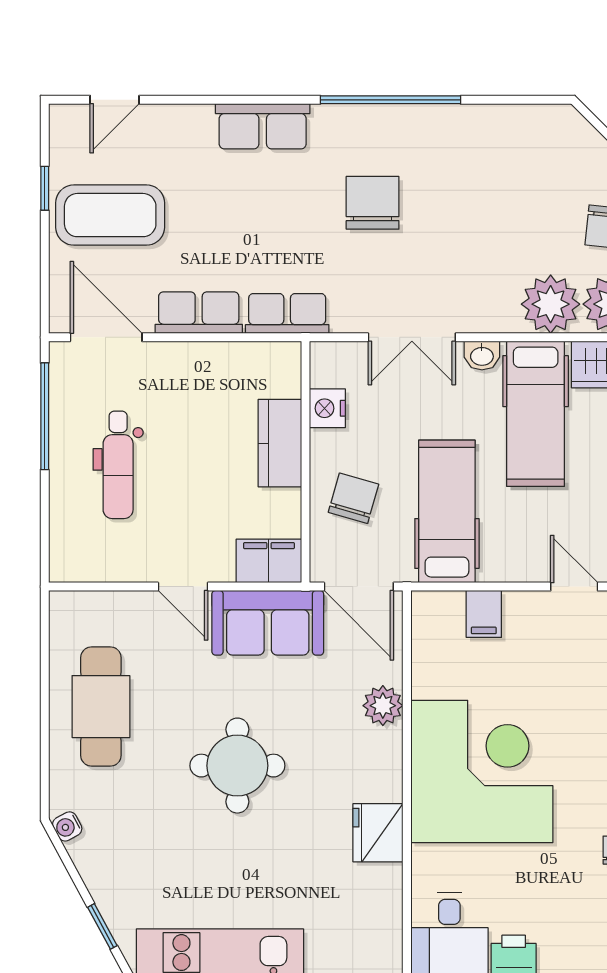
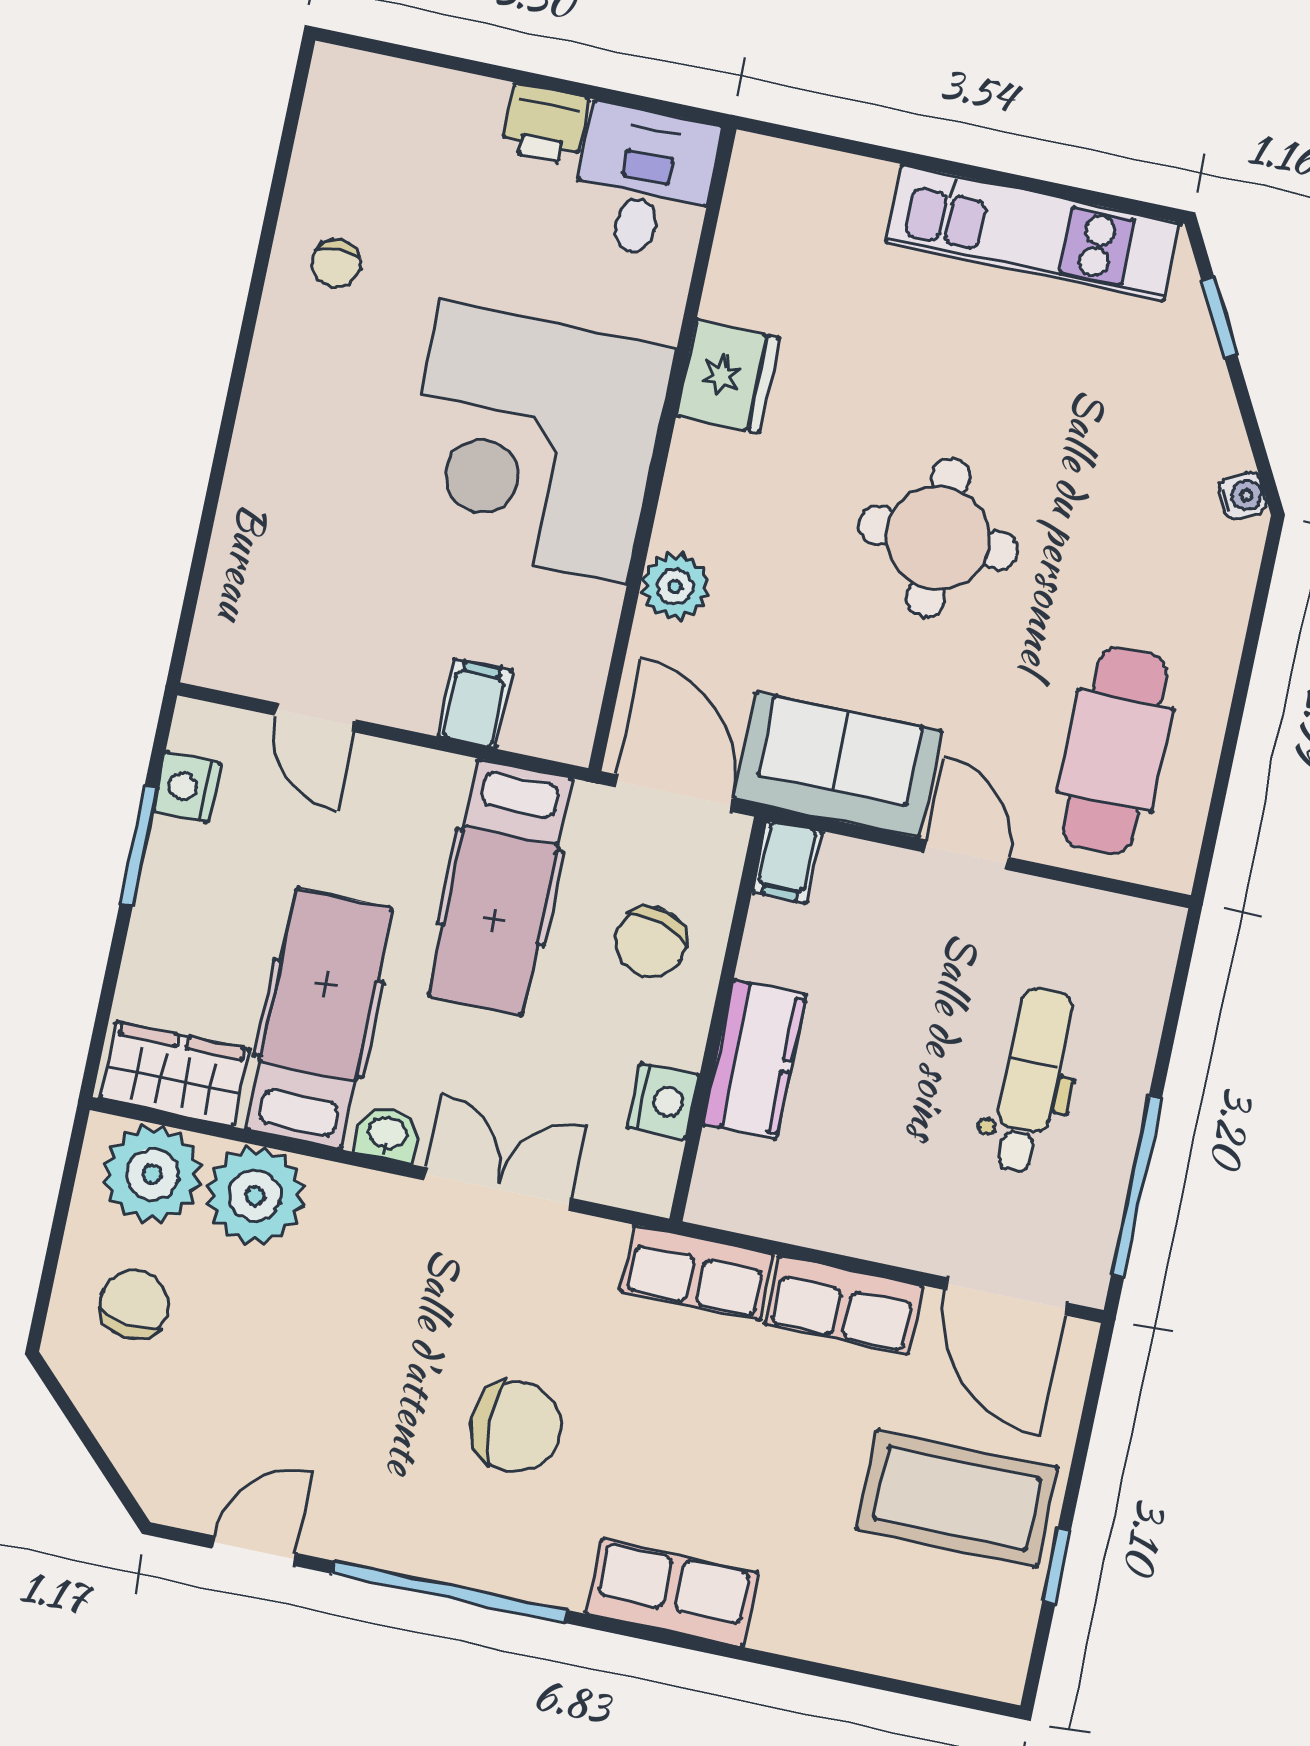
door: (115, 100) -> (254, 1551), moved
chair: (373, 203) -> (516, 1427), turned -90
filing cabinet: (269, 561) -> (787, 862), width x0.50
cafe table: (101, 707) -> (1115, 751), moved

